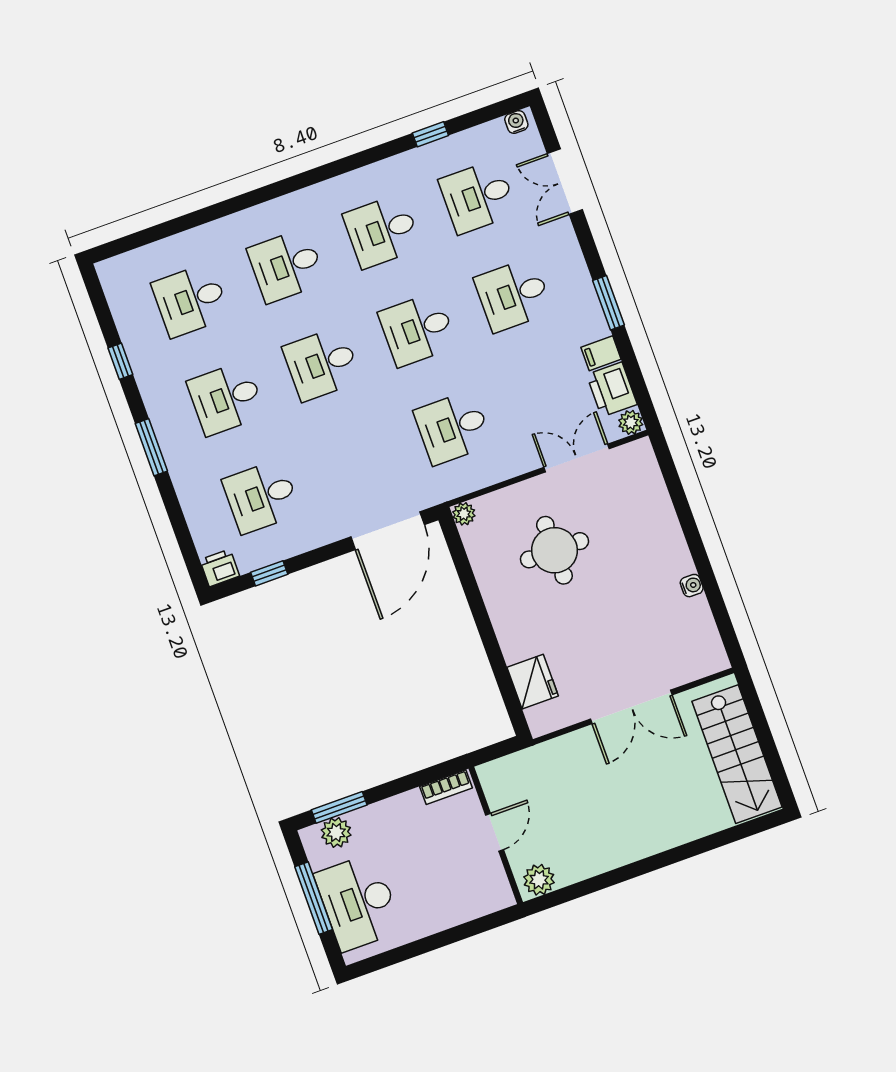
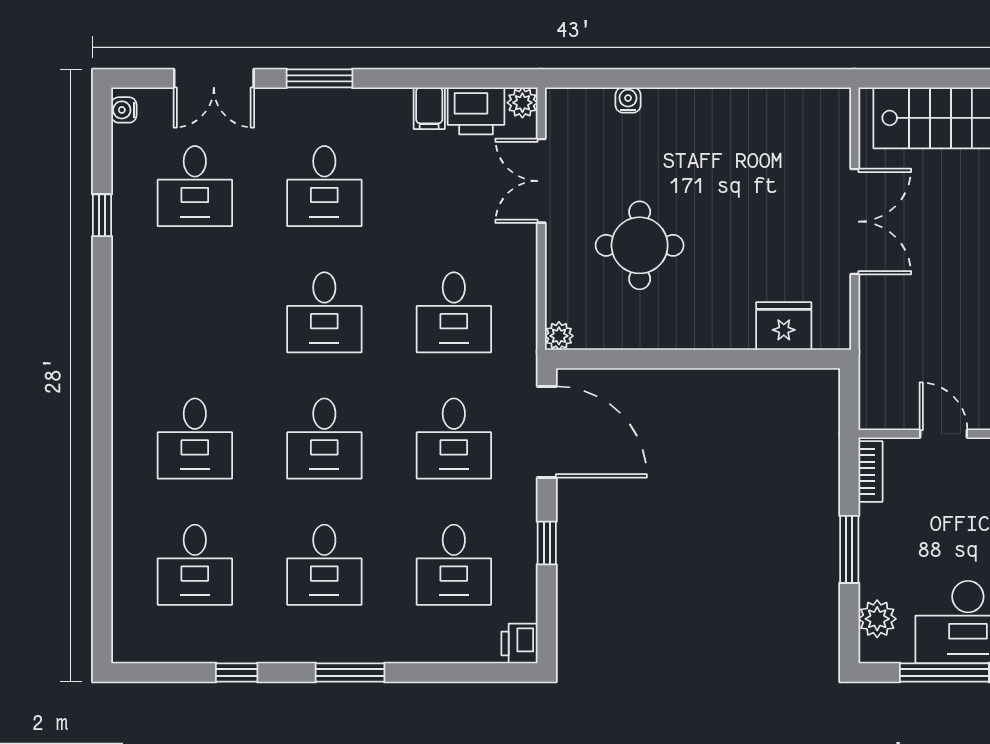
desk: (382, 231) -> (454, 439), moved
window: (608, 303) -> (319, 78), moved
window: (269, 573) -> (547, 543), moved
water cooler: (692, 586) -> (628, 100), moved
window: (339, 807) -> (849, 549), moved

